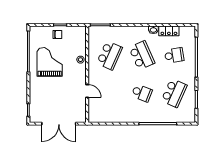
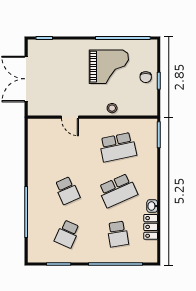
school desk: (109, 55) -> (118, 147), turned -36
door: (87, 91) -> (70, 117), hinge flipped
school desk: (142, 93) -> (67, 191), turned -45
school desk: (174, 93) -> (67, 234), width x0.54

